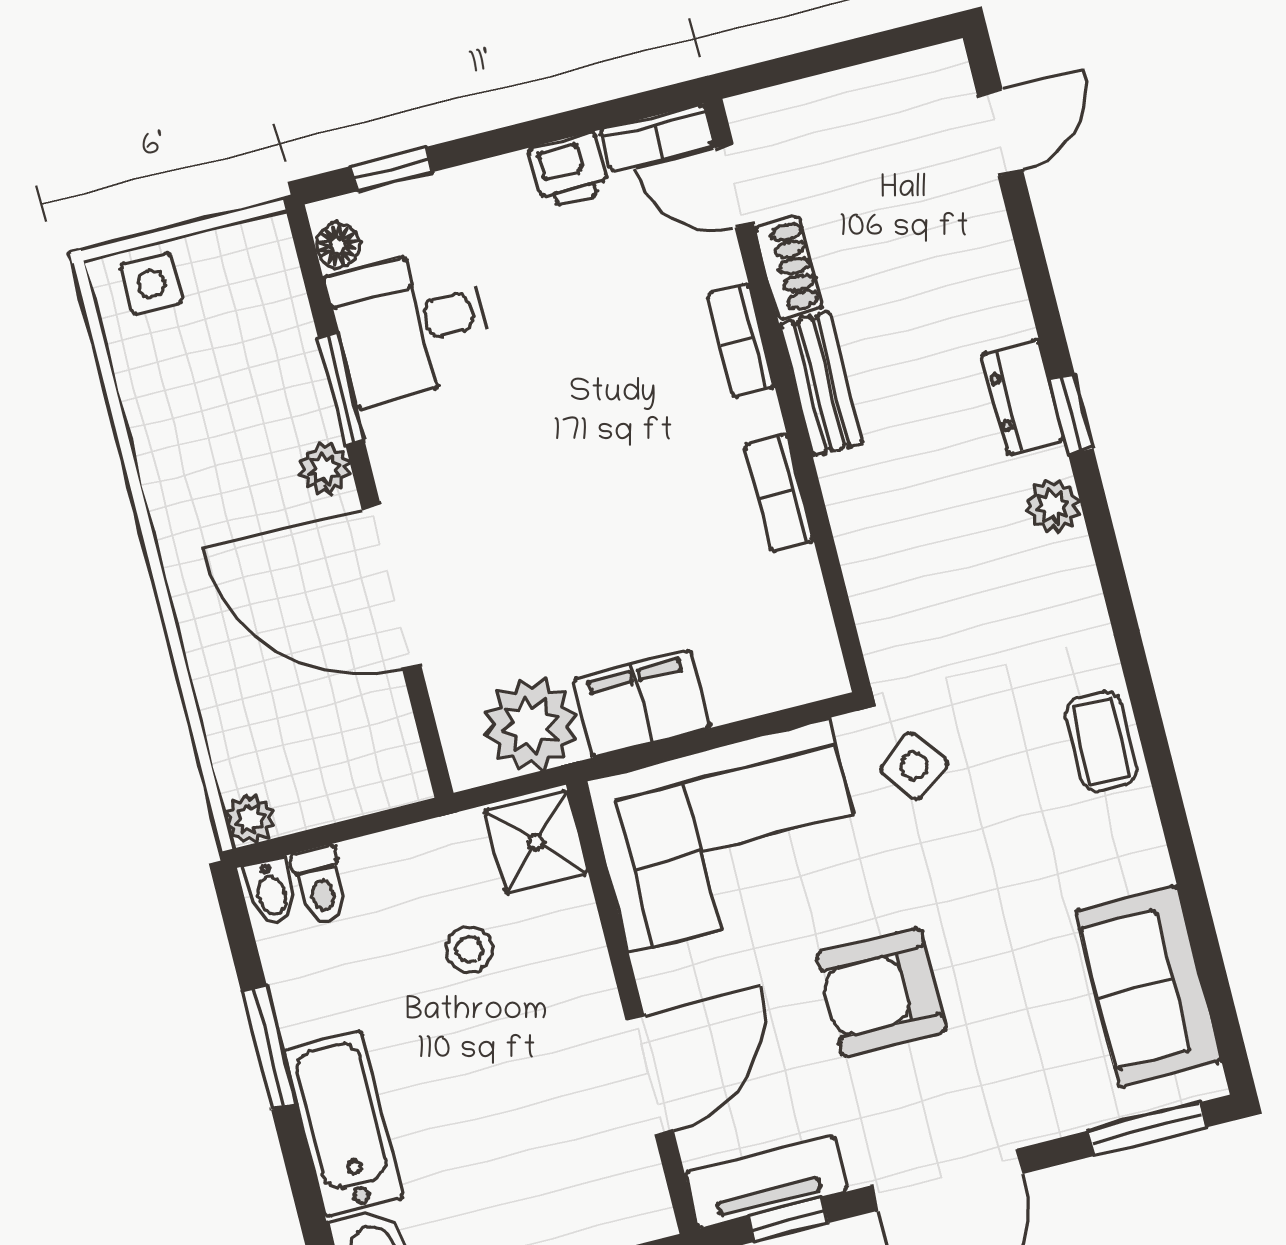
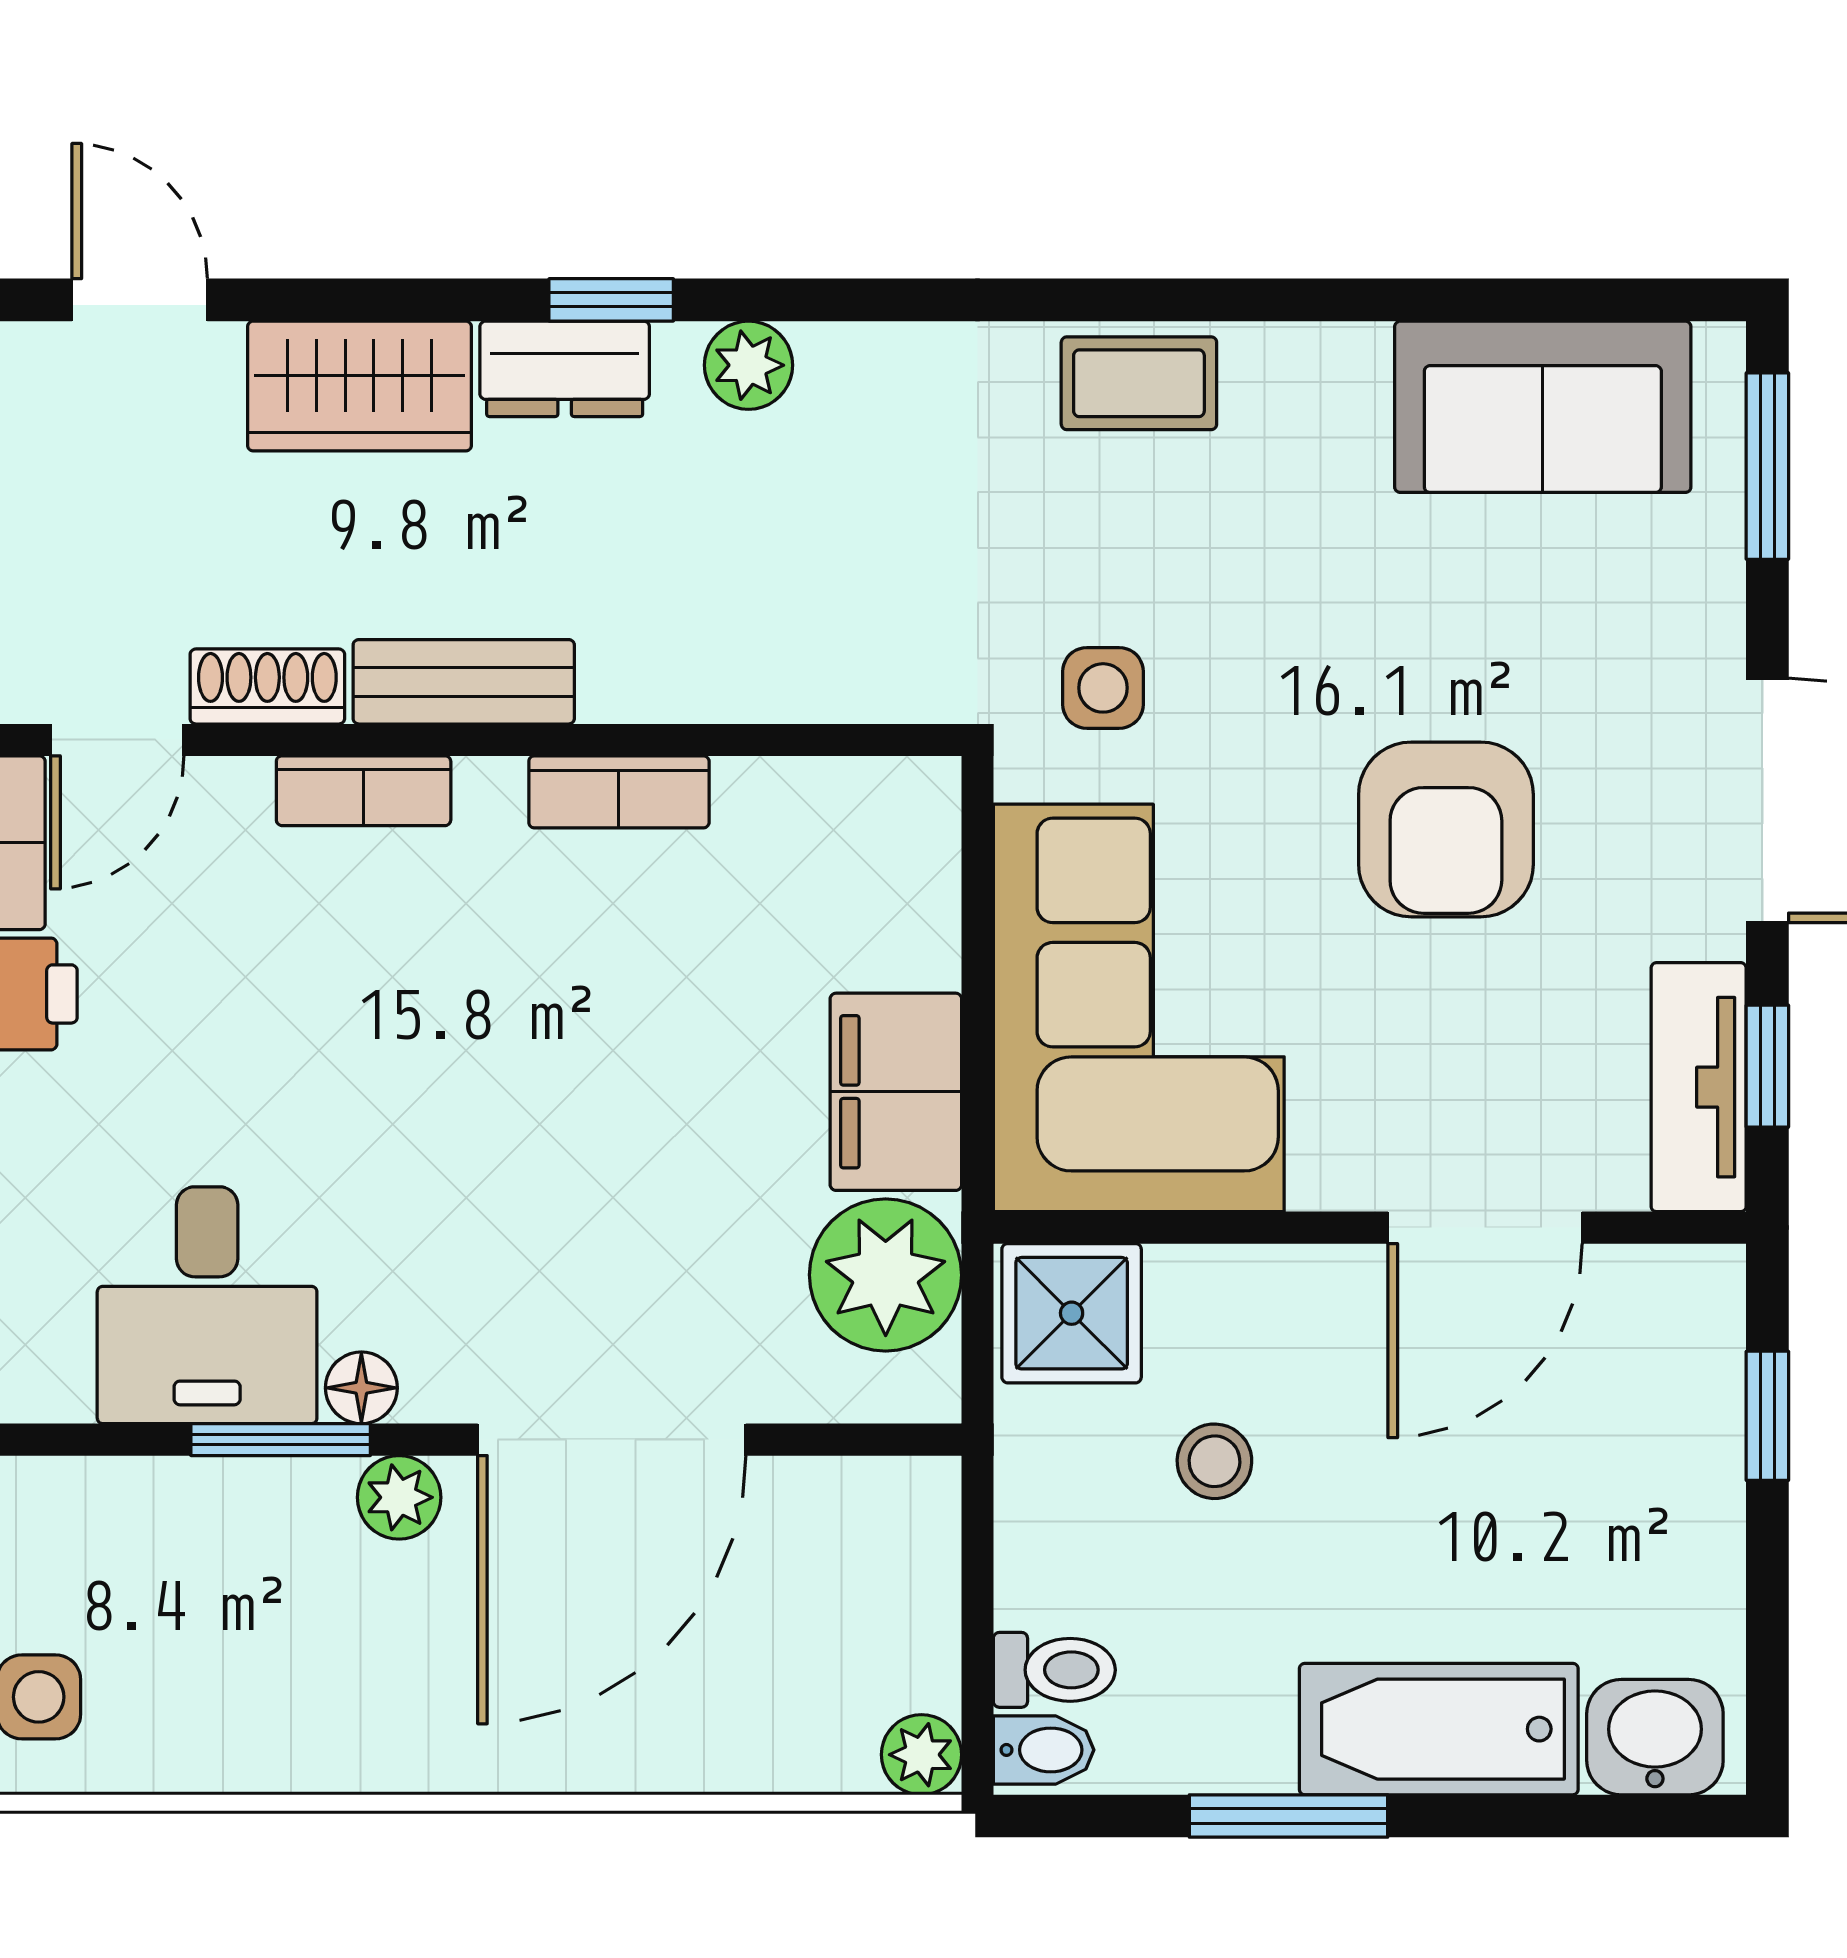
floor lamp: (338, 245) -> (361, 1388), moved
wardrobe: (982, 277) -> (360, 386), added
side table: (914, 766) -> (1103, 688), turned 37
door: (650, 1076) -> (1485, 1228), swing flipped

